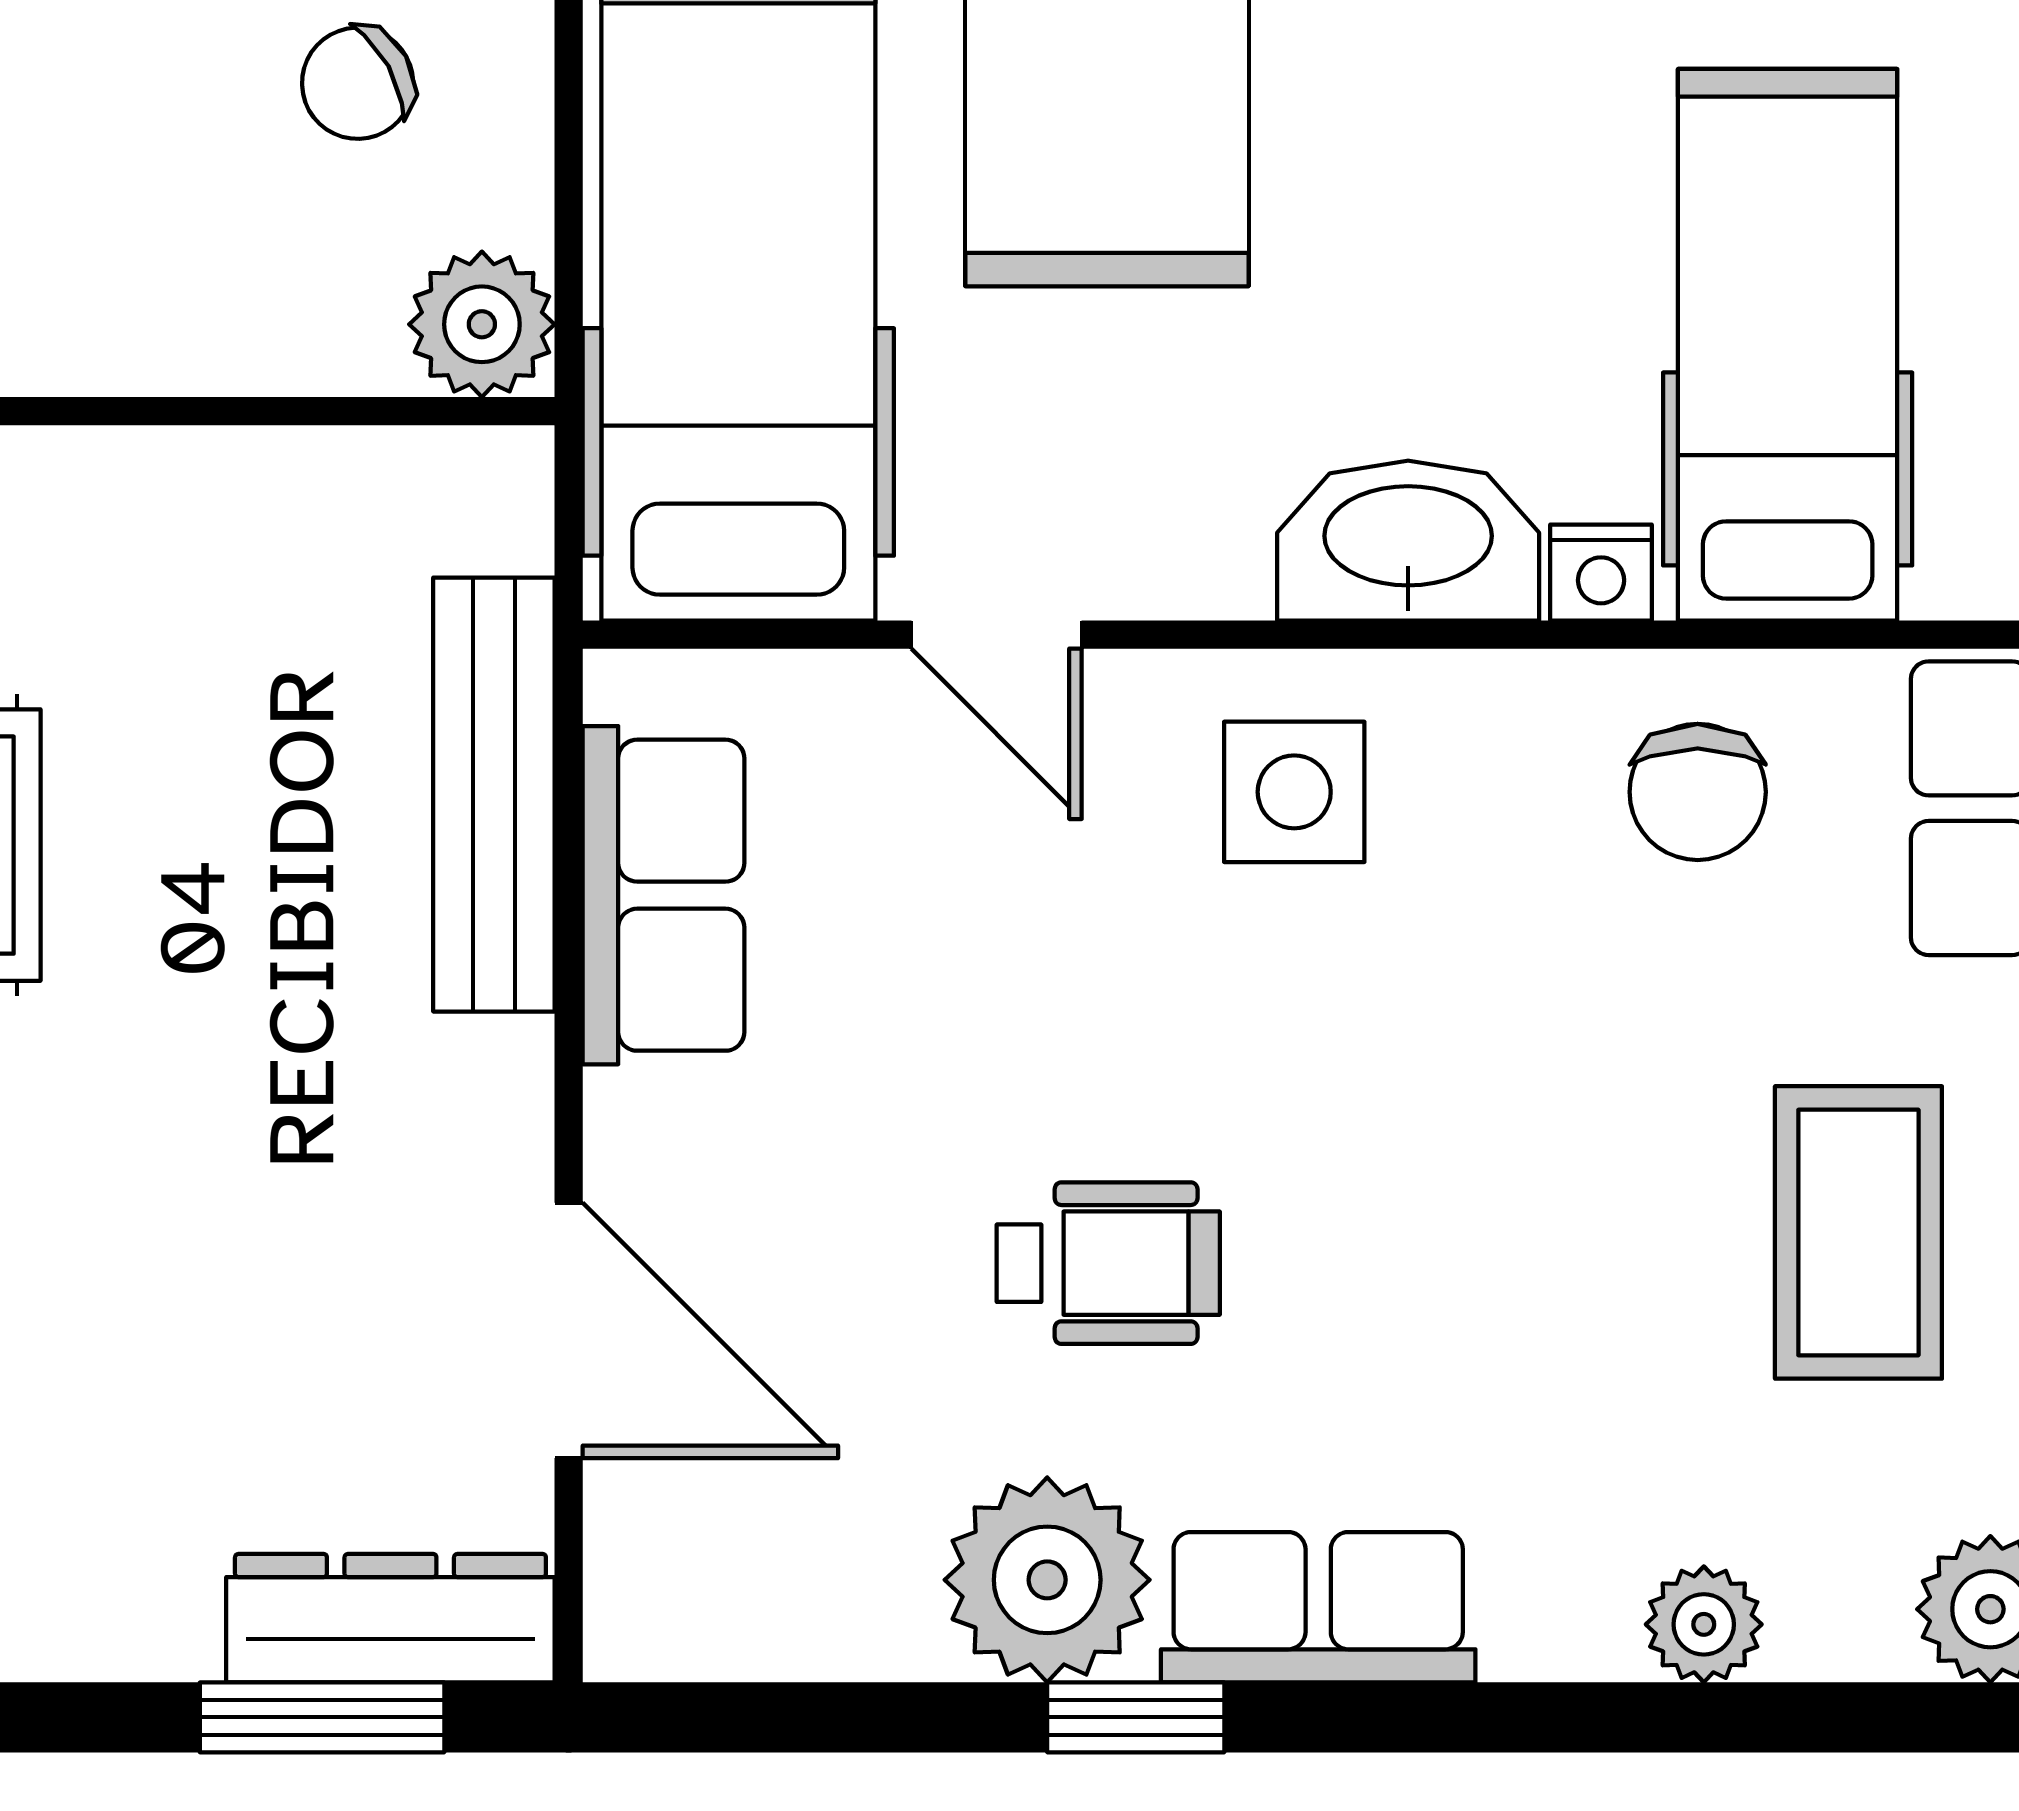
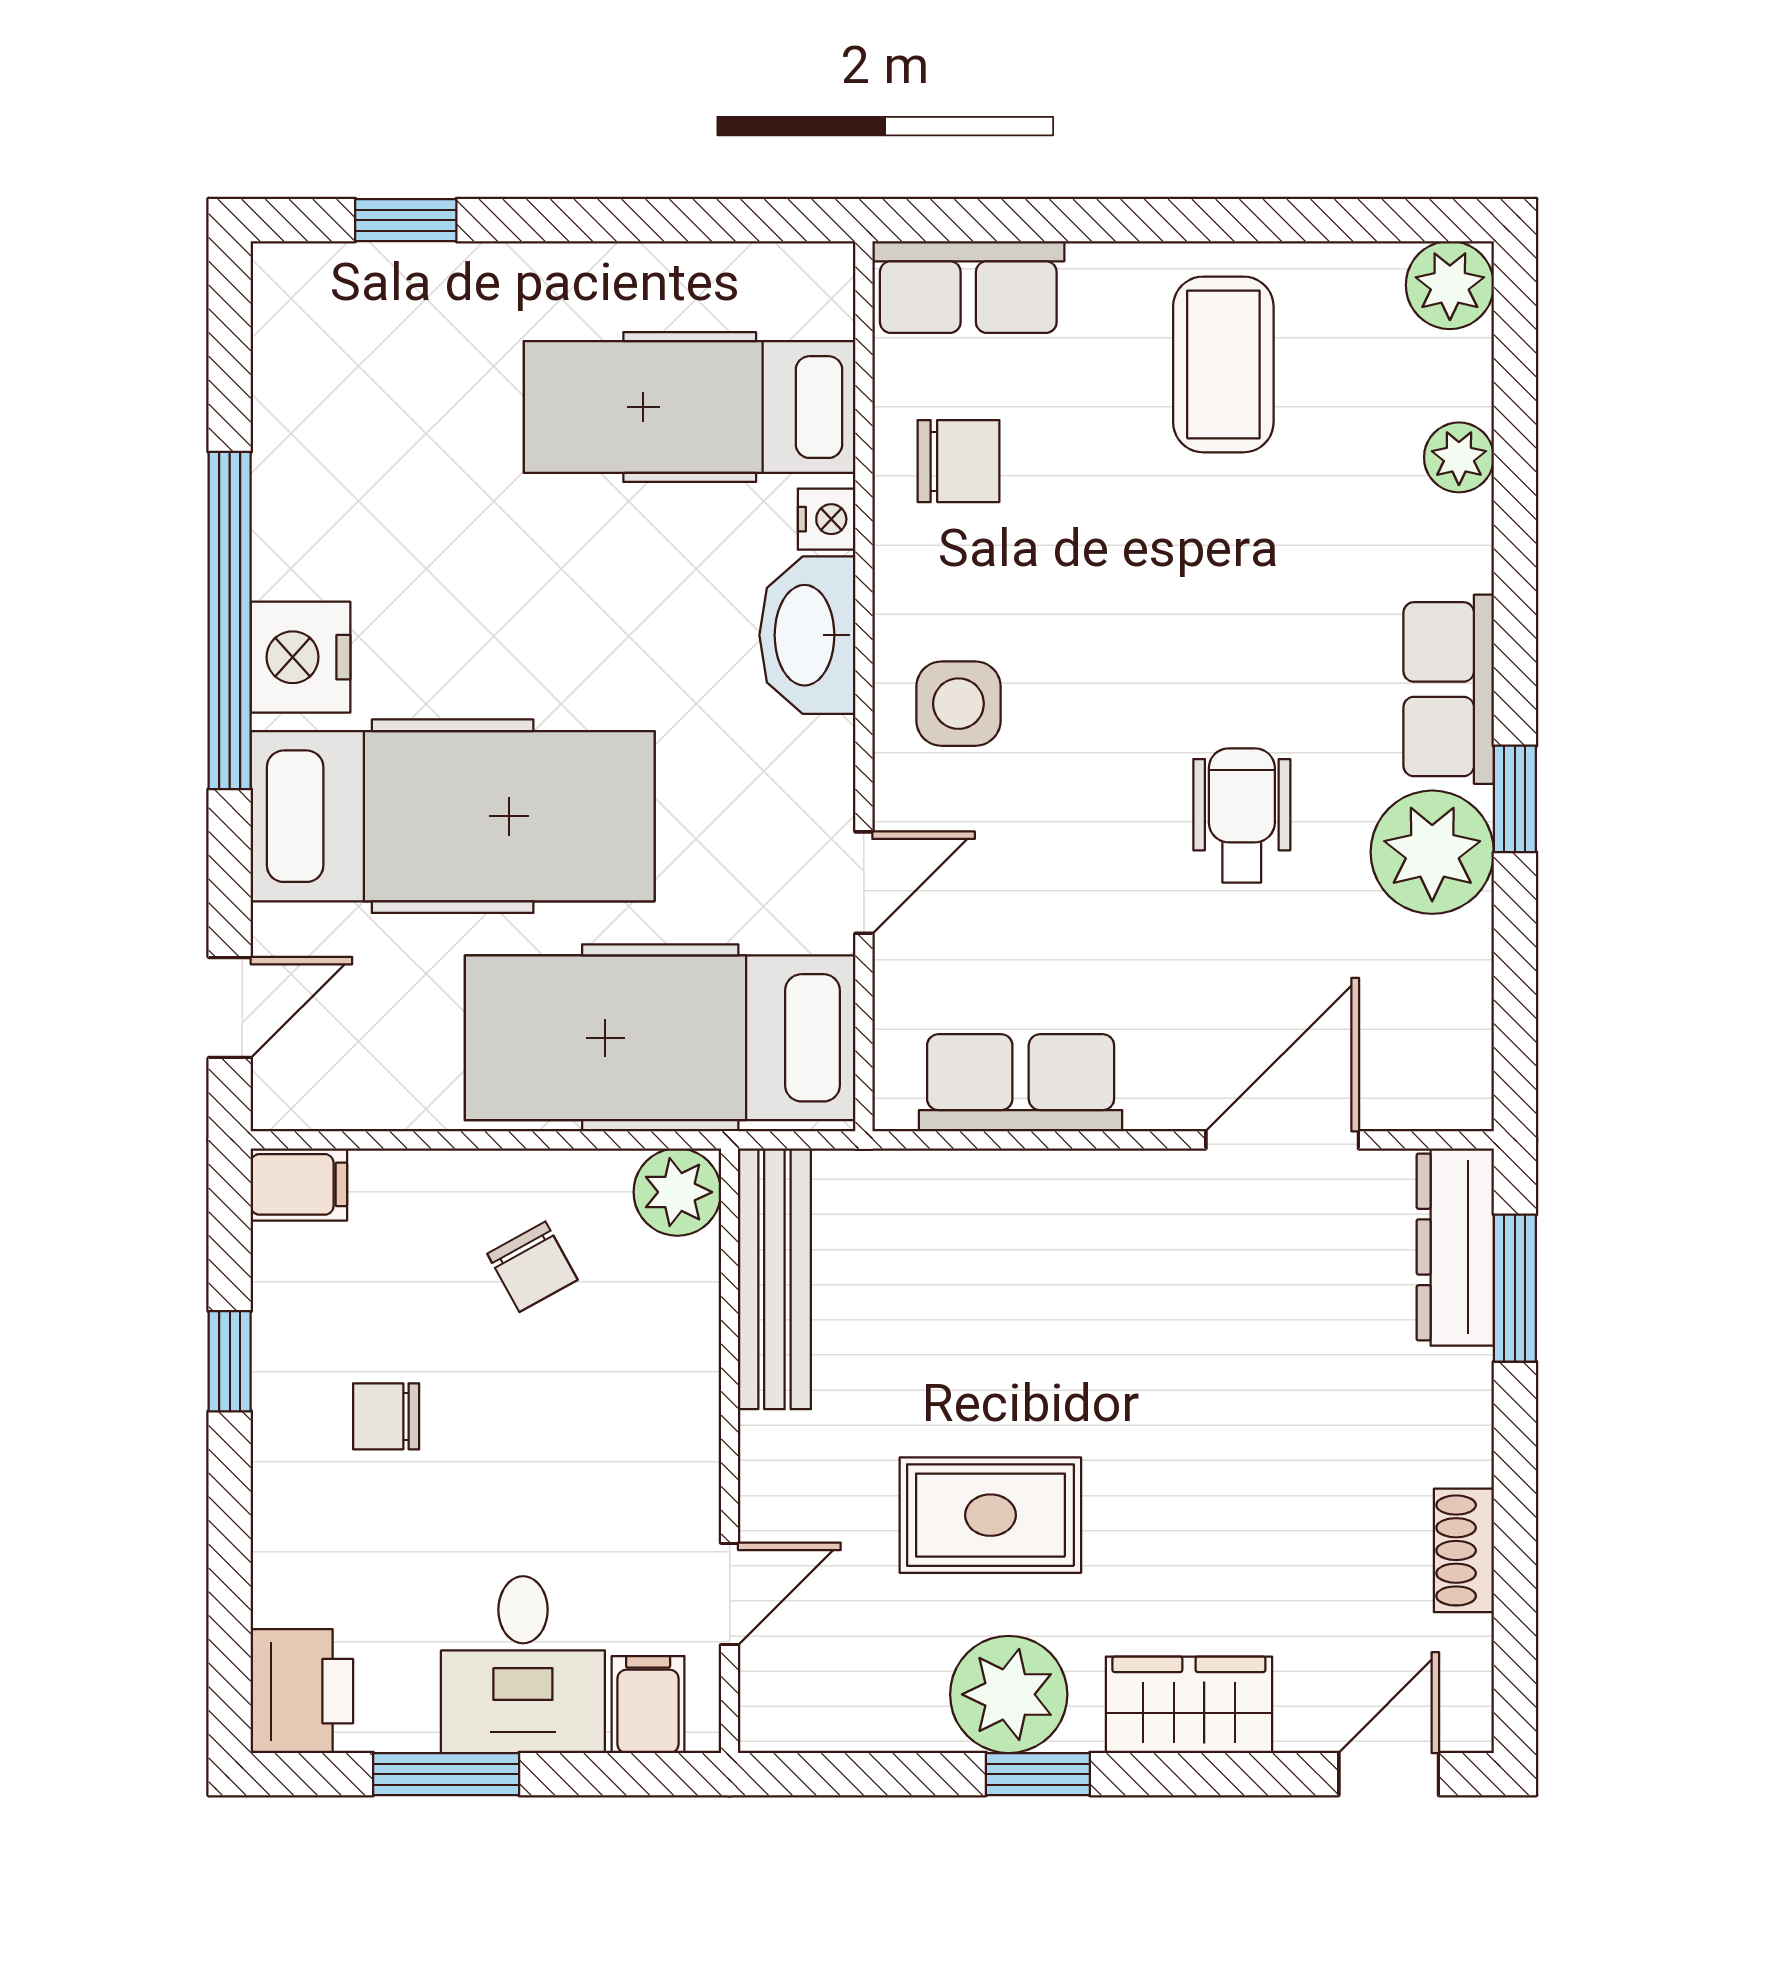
bench: (494, 795) -> (774, 1279), moved, turned 90
coffee table: (1858, 1232) -> (1223, 364), turned 90

